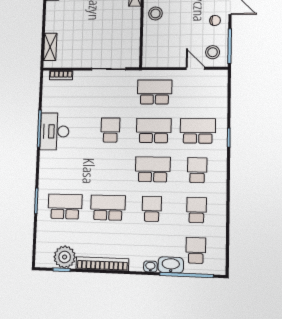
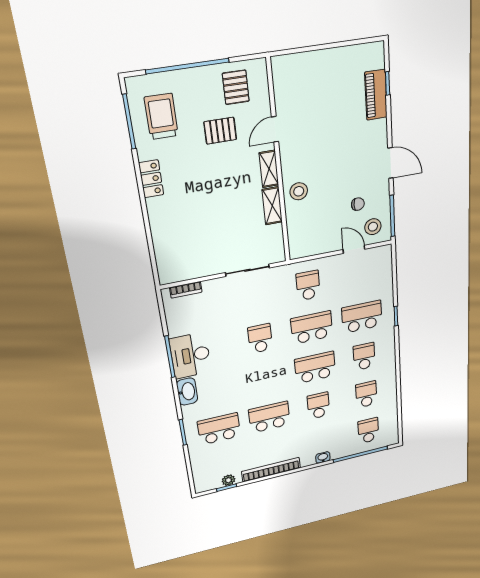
chair: (215, 20) -> (358, 204), moved
shelving: (50, 47) -> (272, 206), moved
school desk: (155, 92) -> (308, 286), width x0.54
plant: (65, 257) -> (229, 480), width x0.53, depth x0.53
washbasin: (171, 265) -> (187, 392), moved, turned 90

